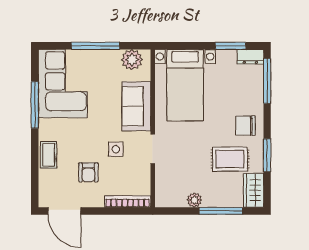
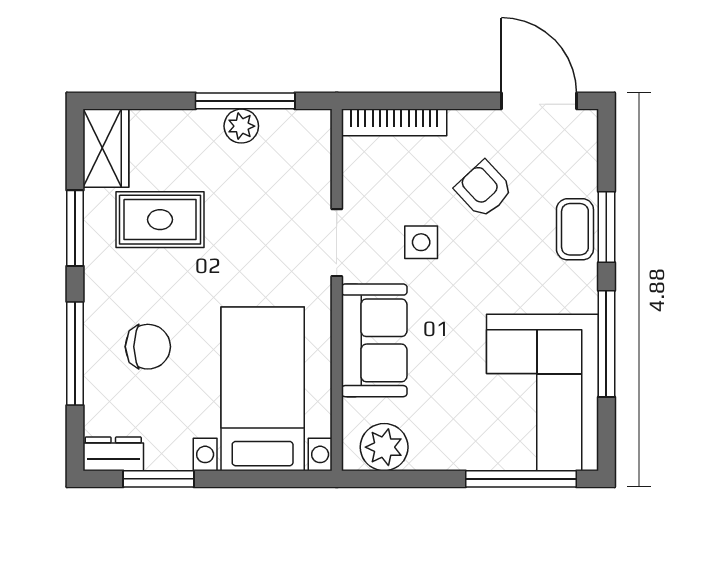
window: (95, 46) -> (521, 479), moved
window: (267, 81) -> (75, 354), moved
chair: (245, 126) -> (148, 347), moved
window: (35, 156) -> (606, 227), added
armchair: (88, 172) -> (484, 189), turned -43
window: (221, 211) -> (245, 101), moved

